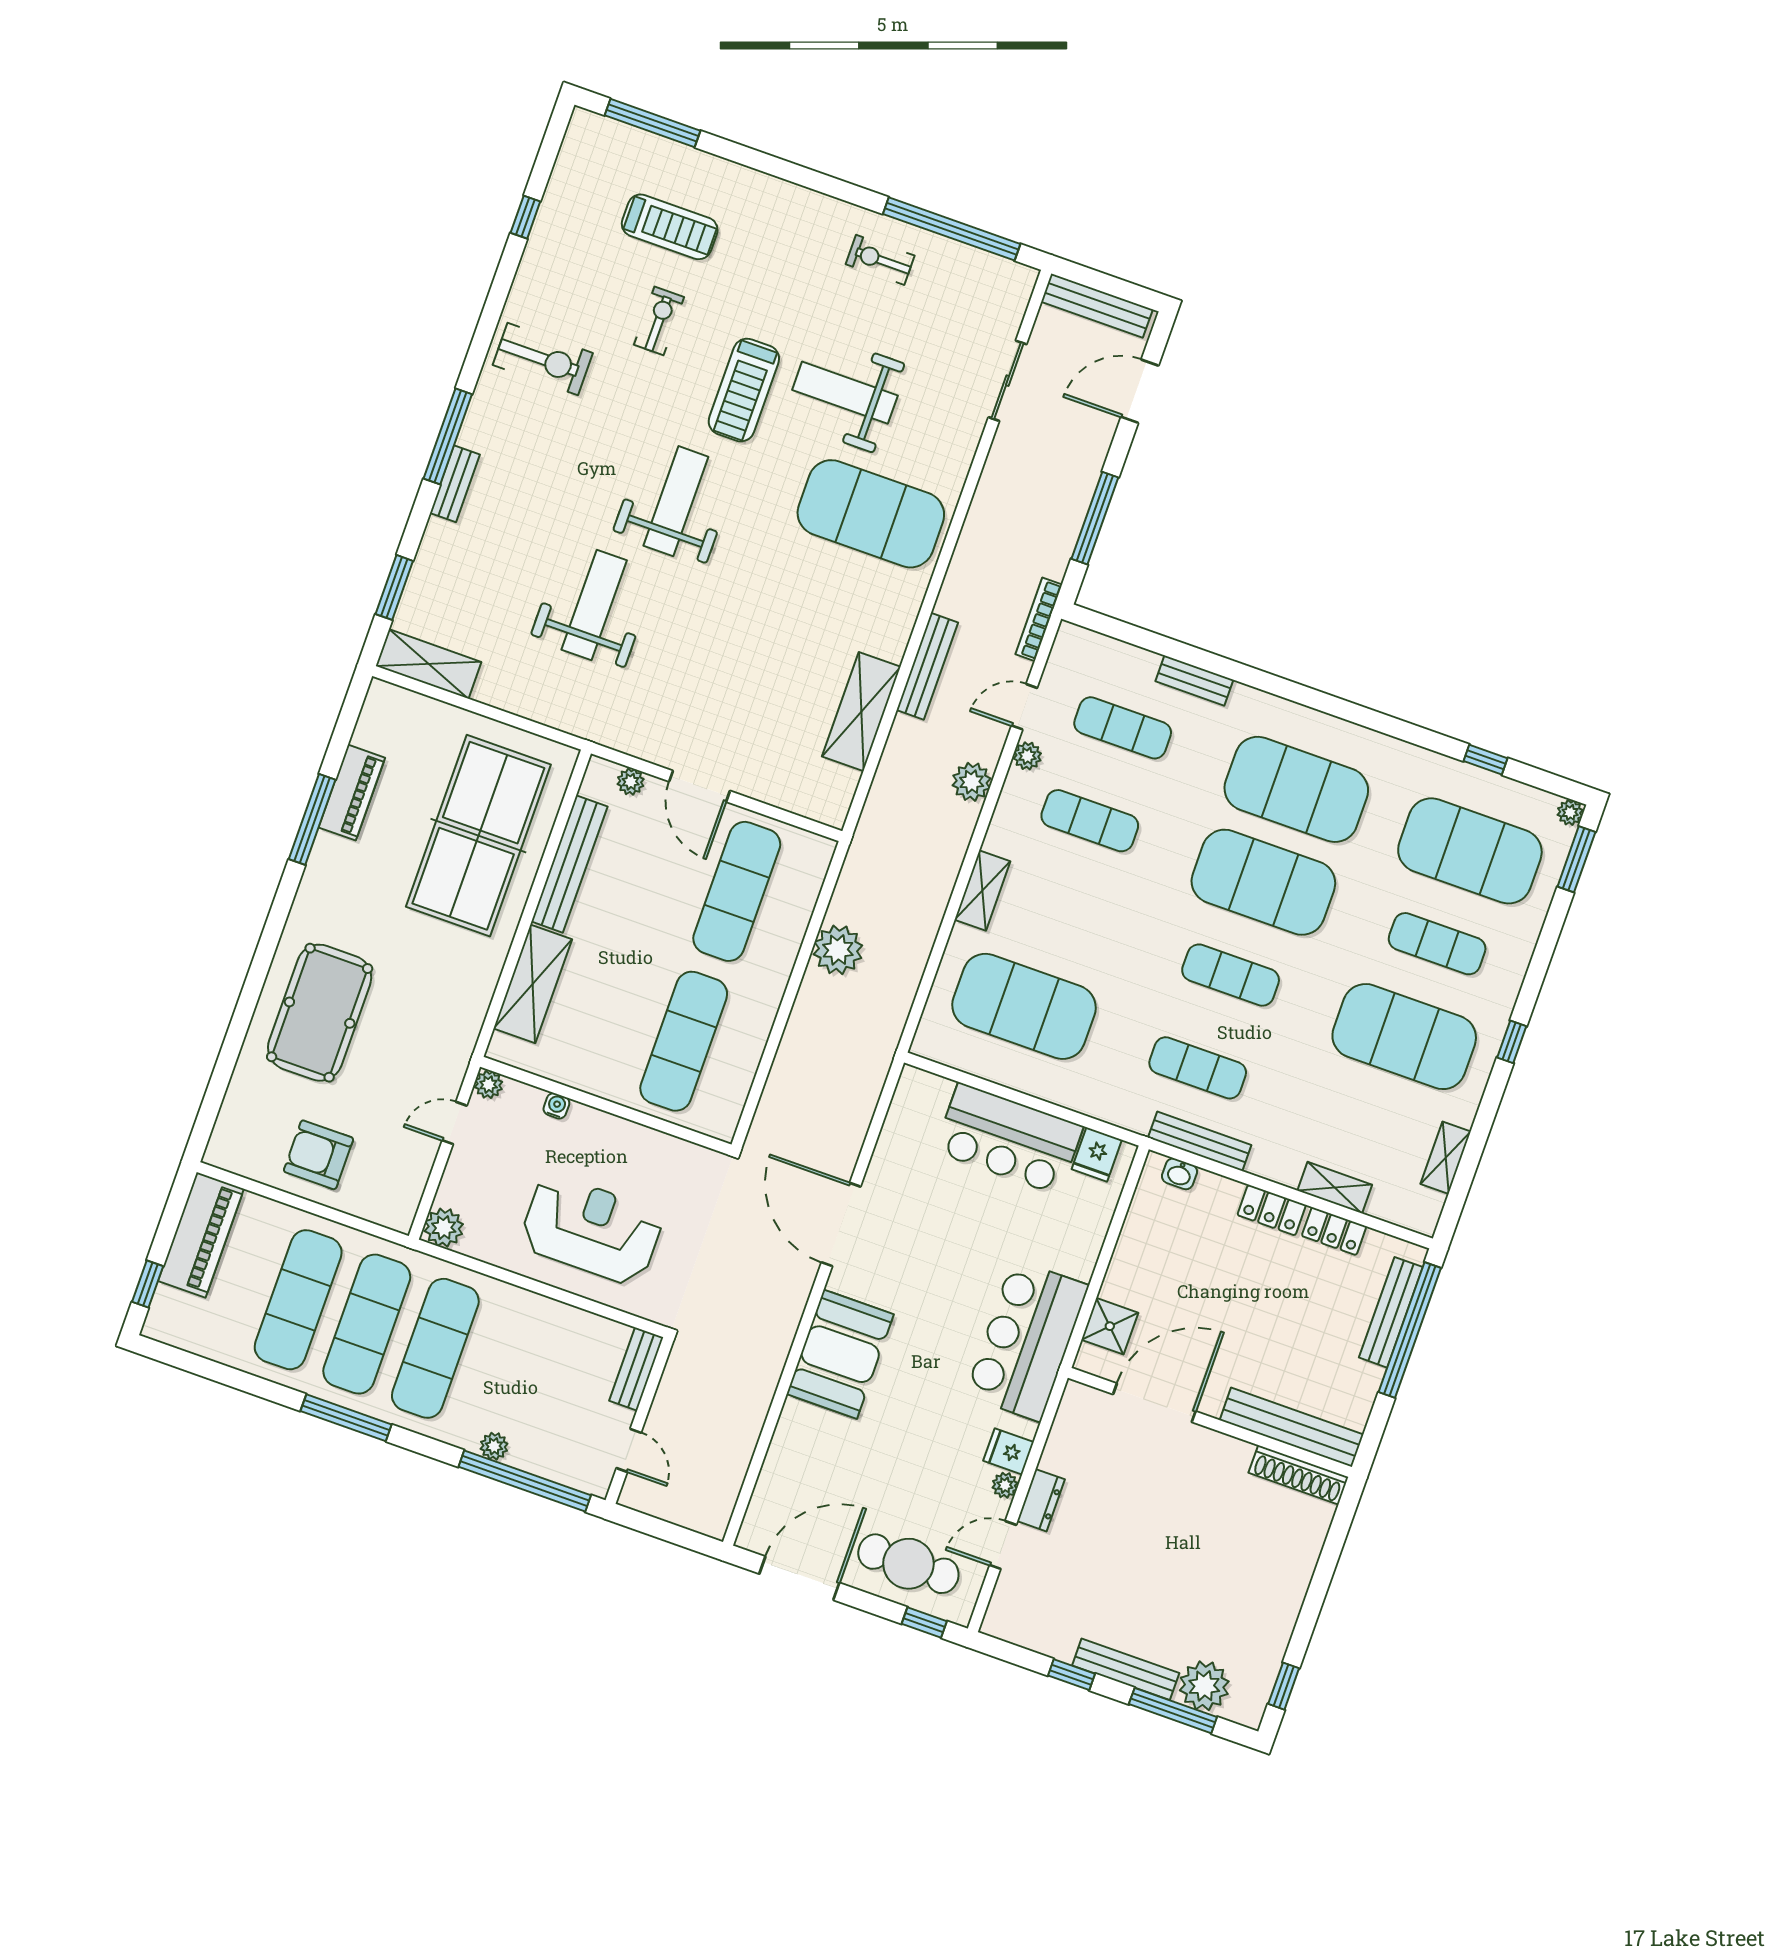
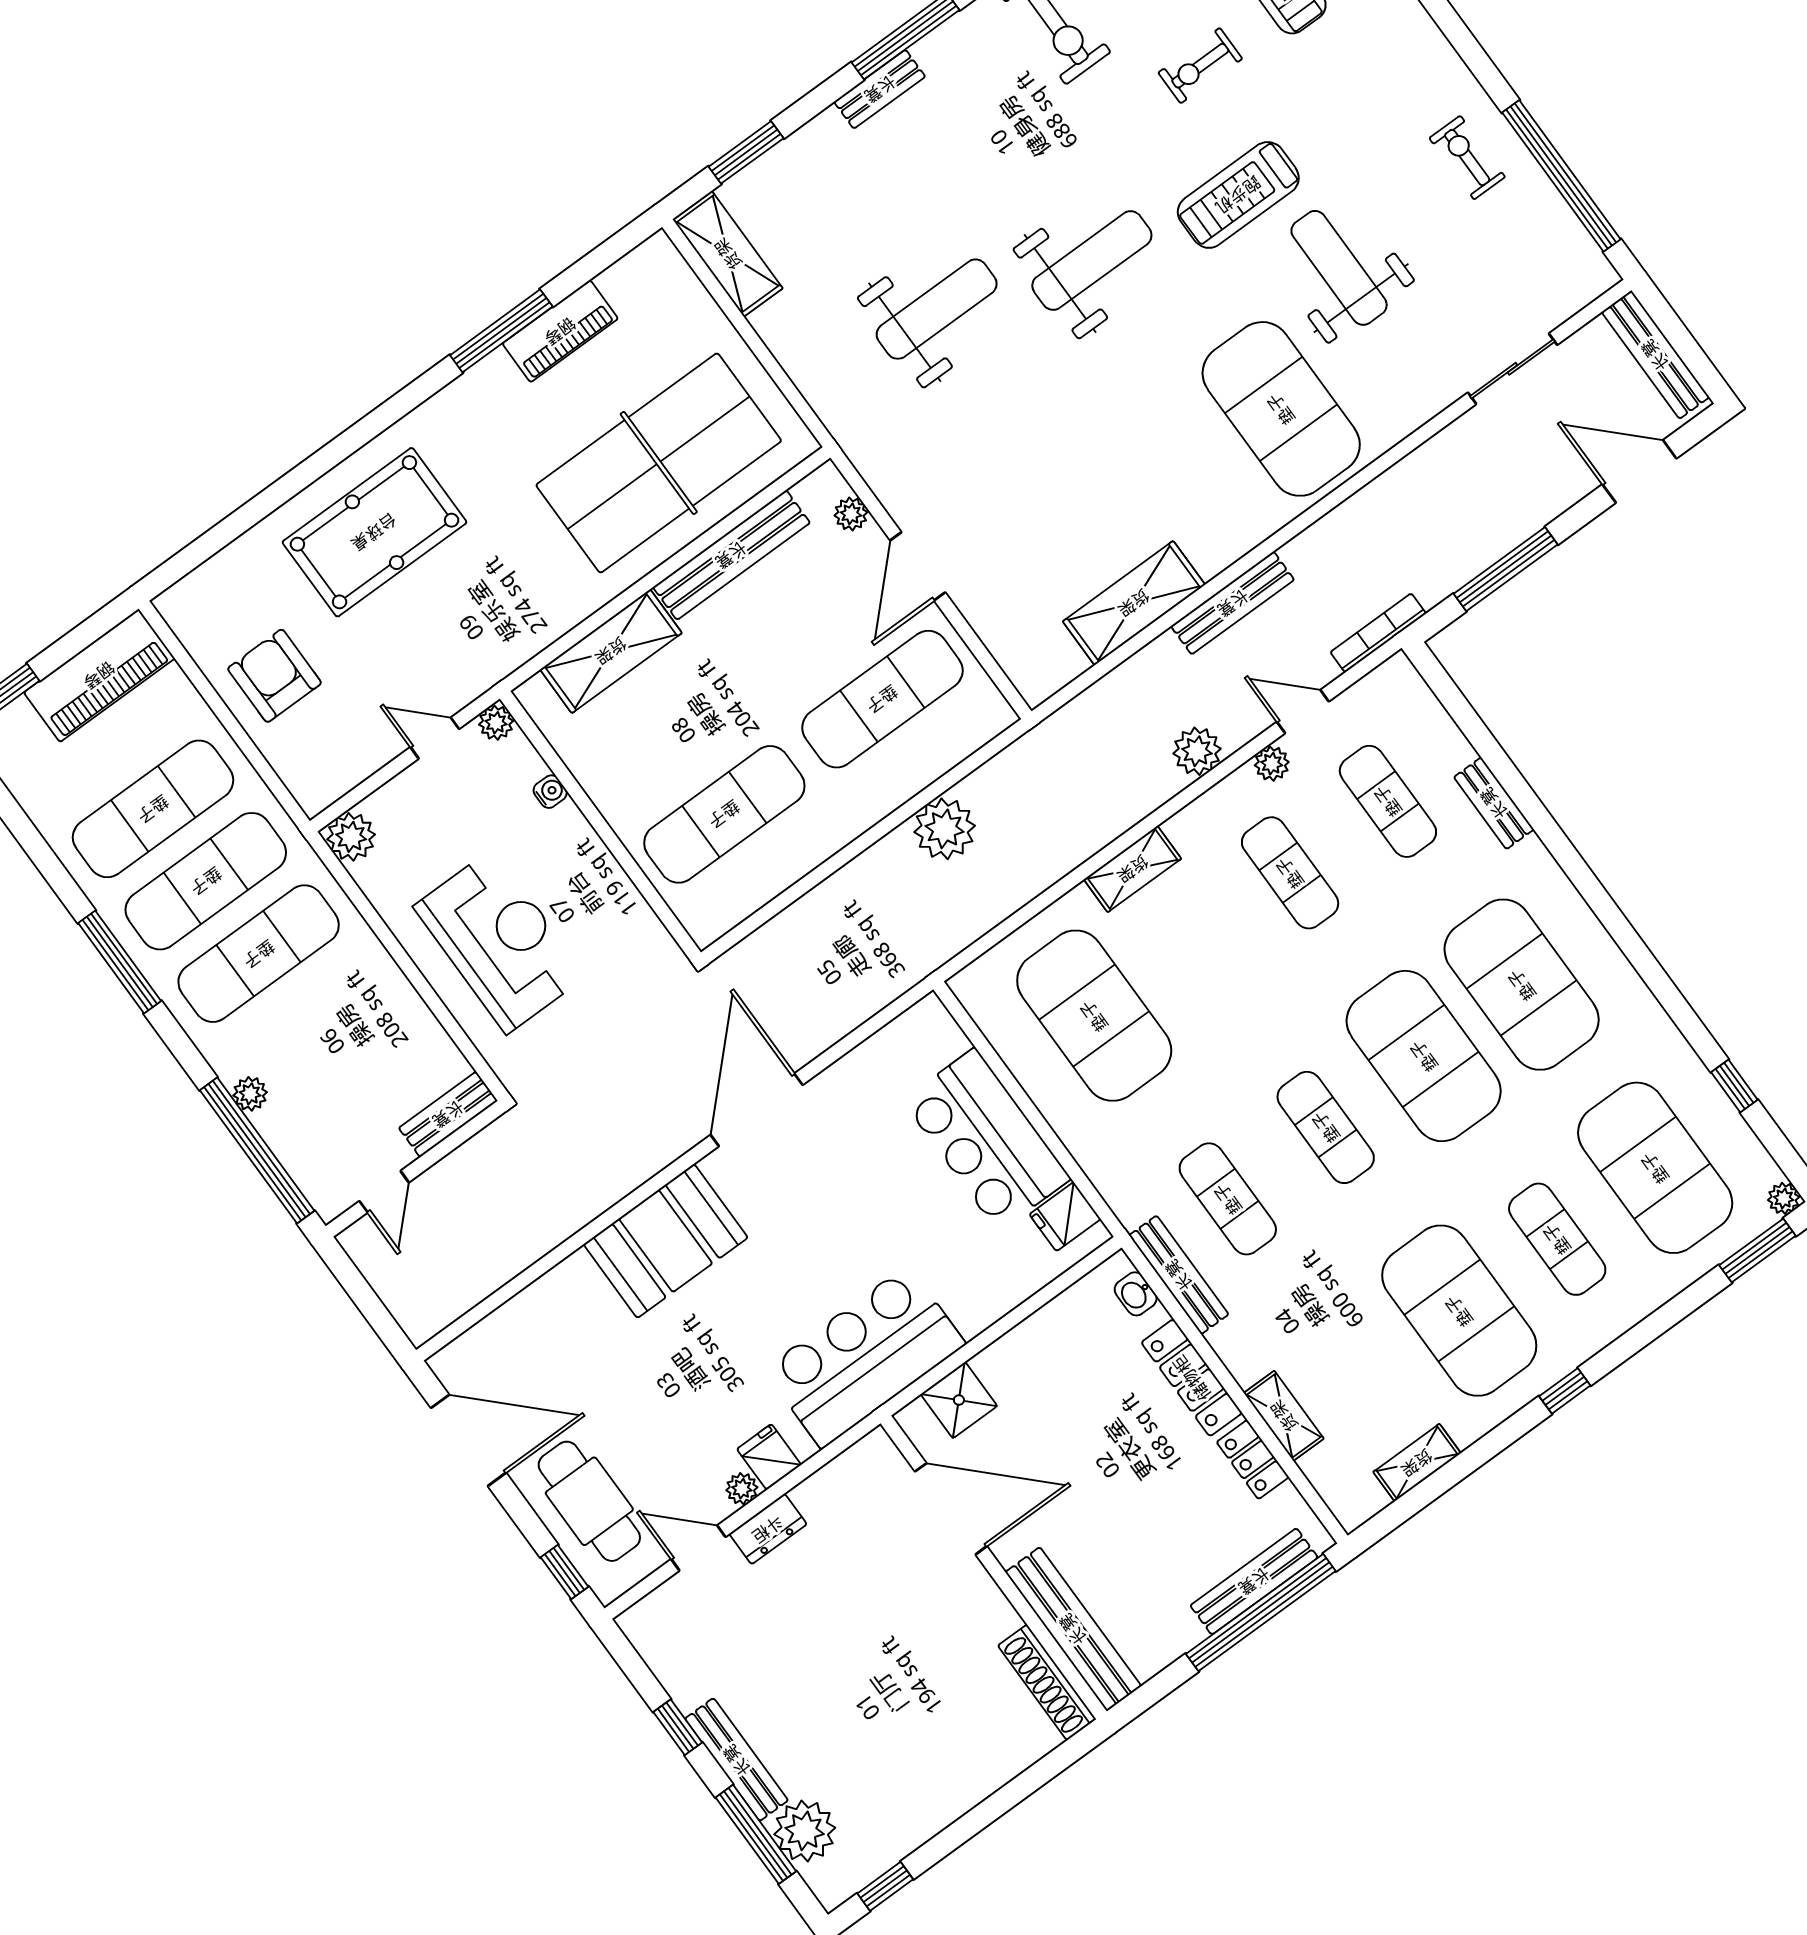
exercise bike: (659, 321) -> (1200, 66), turned 180
locker: (1272, 1210) -> (1192, 1378), width x1.53

